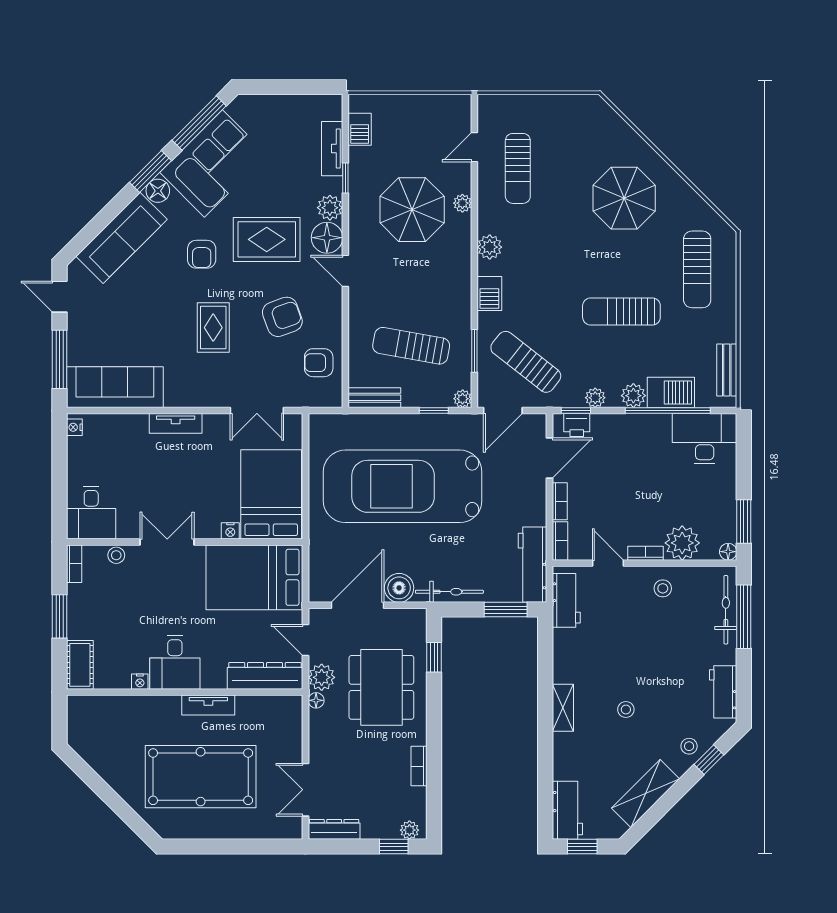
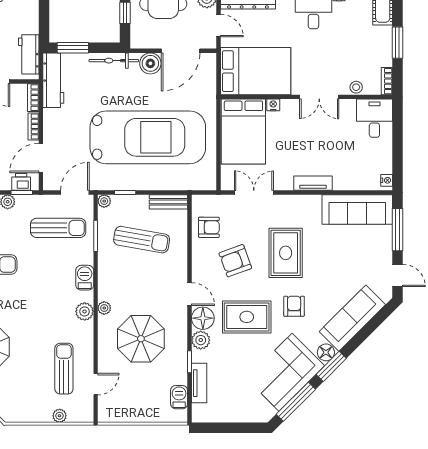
plant: (524, 104) -> (60, 416), added
plant: (462, 203) -> (104, 308), moved
rug: (213, 328) -> (286, 253), width x1.36, depth x1.43
sun lounger: (526, 362) -> (58, 228), turned -38

